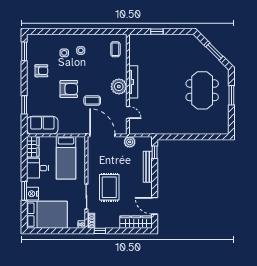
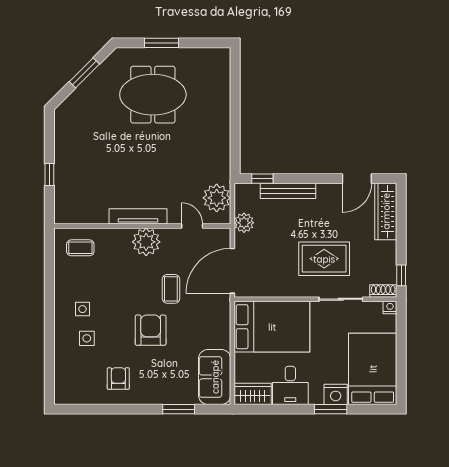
window: (24, 51) -> (84, 409), removed
door: (128, 112) -> (192, 226), hinge flipped
plant: (144, 126) -> (217, 198), added
bed: (66, 158) -> (272, 327), width x1.50

